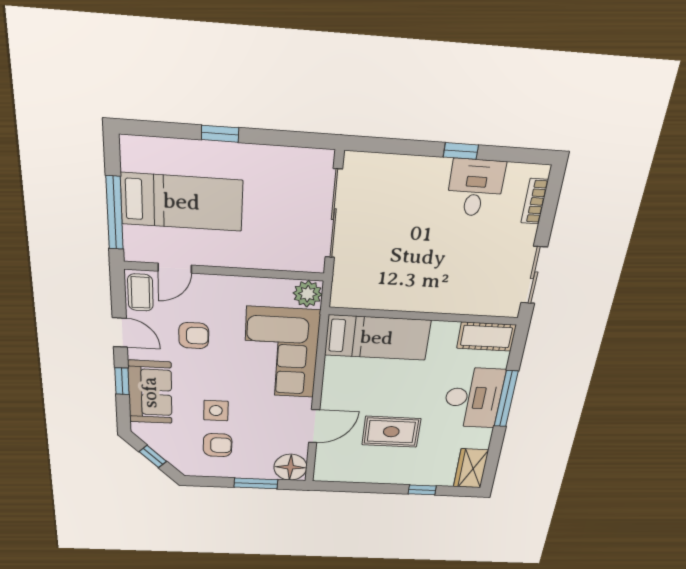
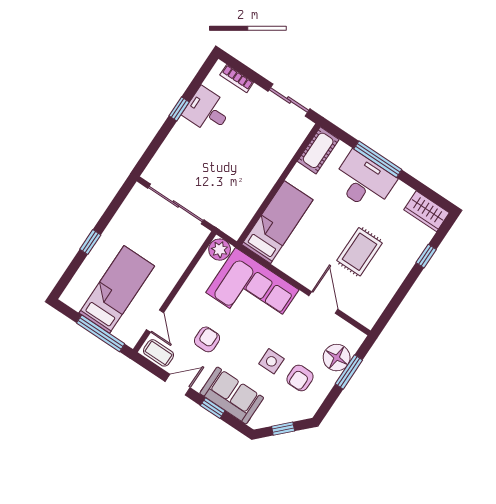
armchair: (218, 445) -> (300, 378), turned 180
floor lamp: (290, 467) -> (337, 358), moved

